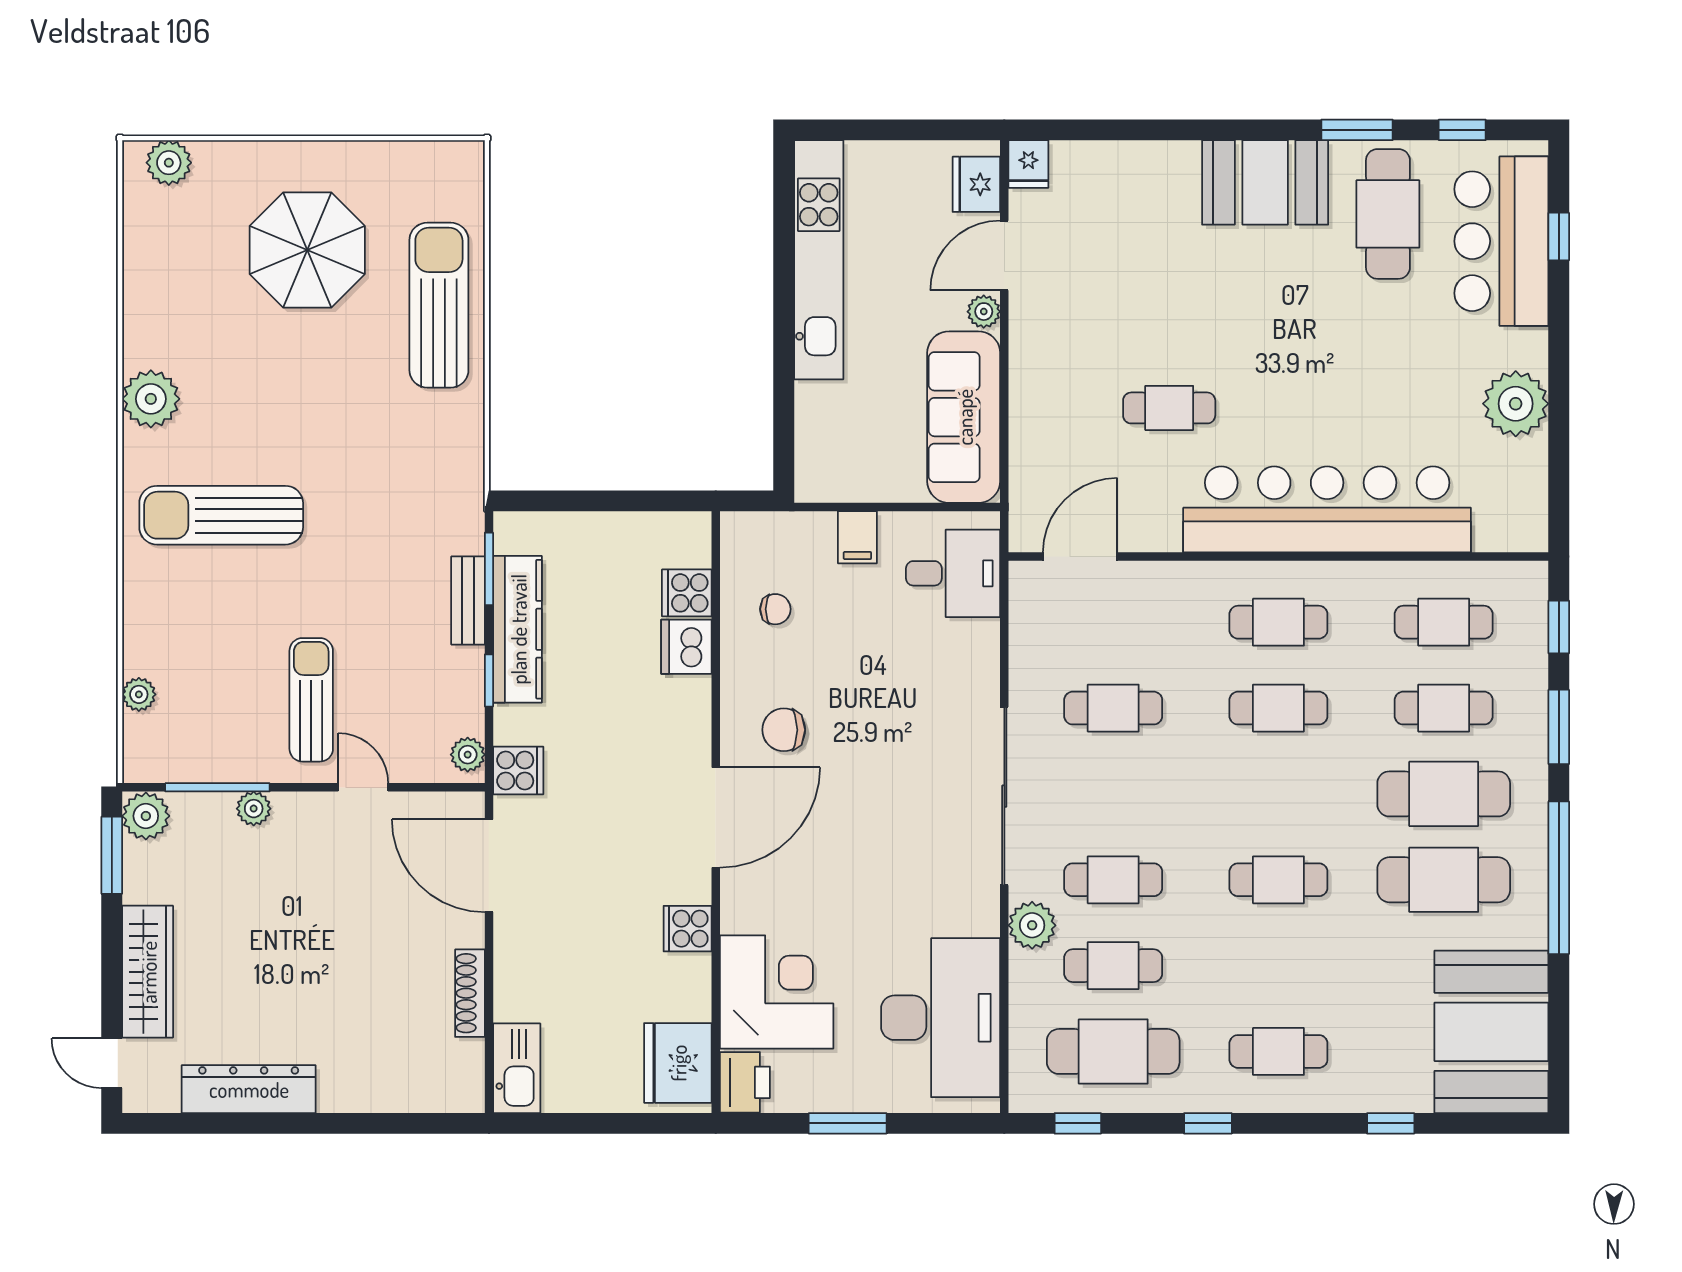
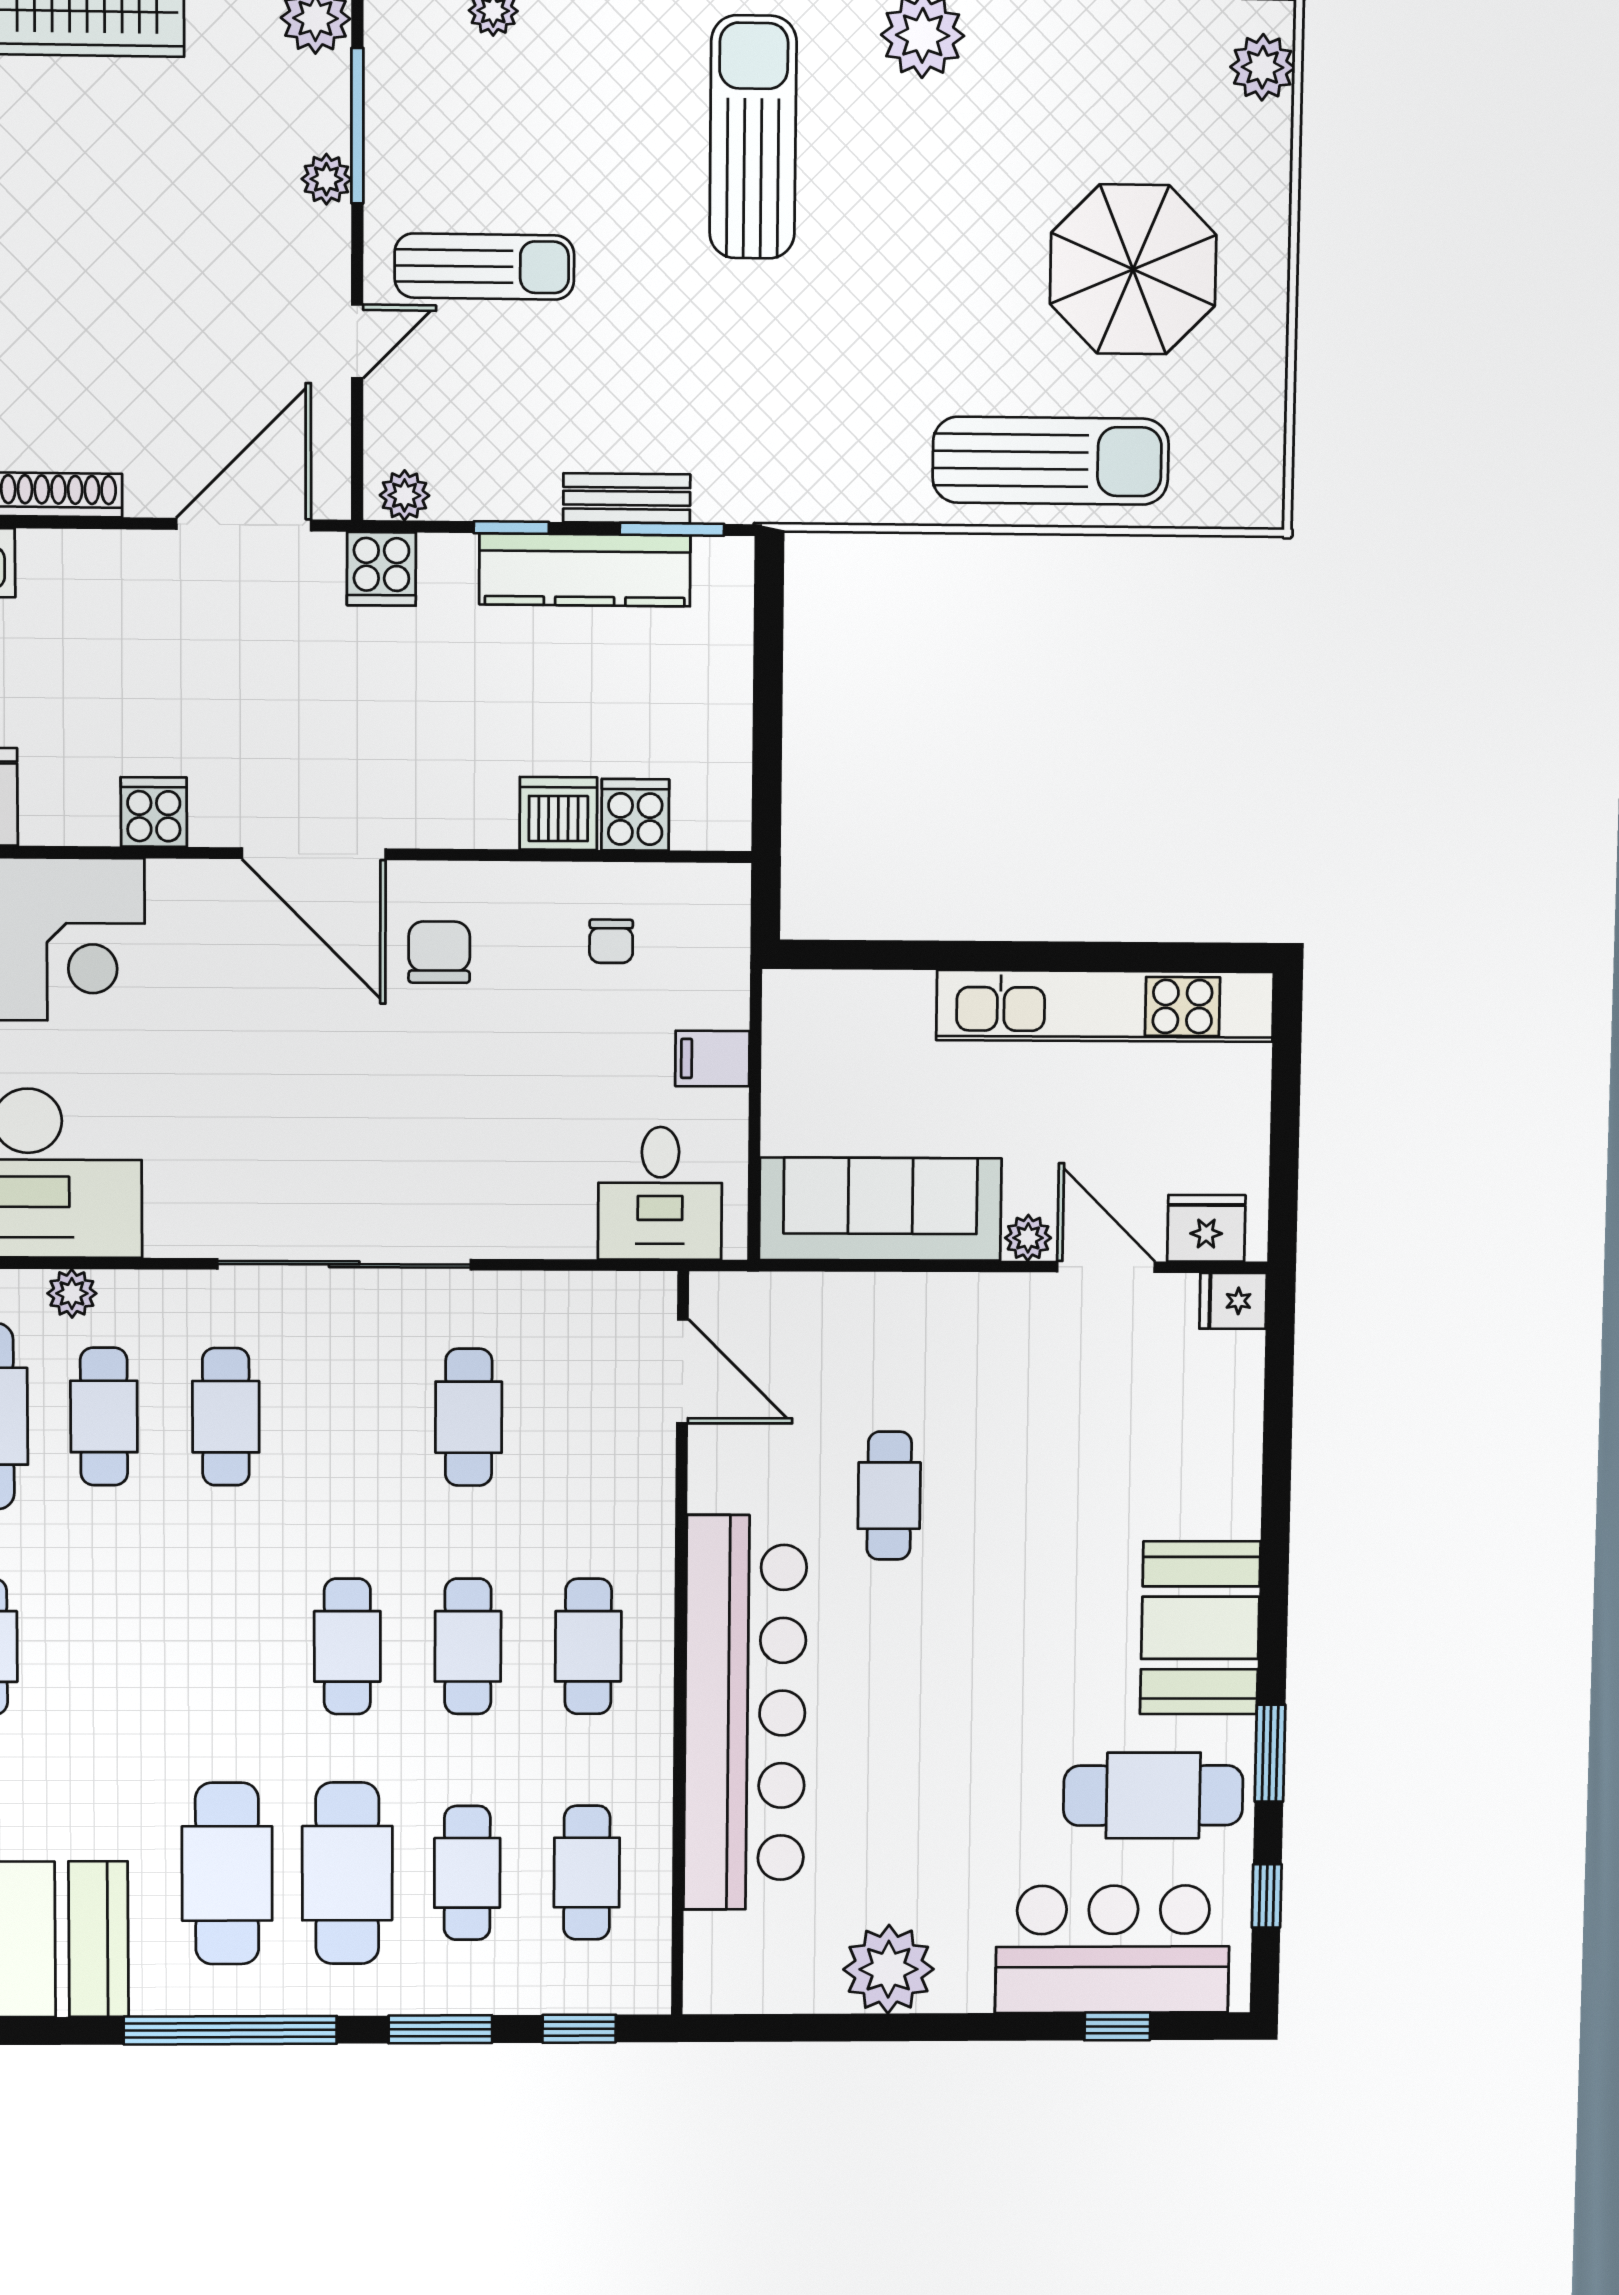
cafe table: (1278, 880) -> (347, 1646), moved
plant: (1032, 925) -> (72, 1293), moved, width x0.73, depth x0.73

